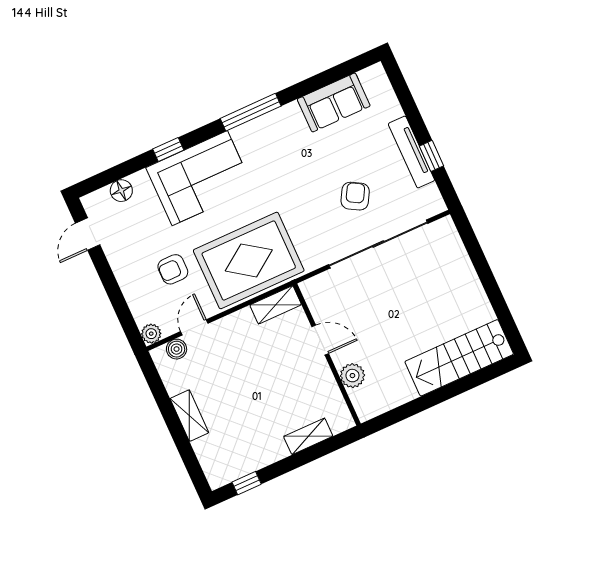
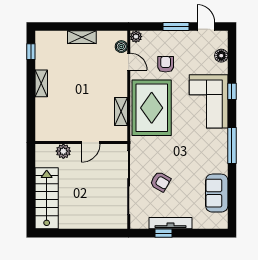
window: (108, 279) -> (176, 27), added
door: (320, 340) -> (91, 142), moved
wall: (327, 354) -> (81, 142), moved
plant: (352, 376) -> (63, 151), moved
shelving: (308, 436) -> (41, 83), moved

